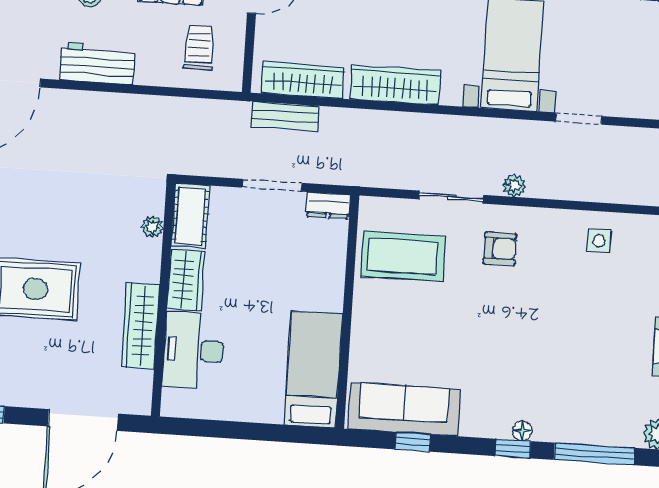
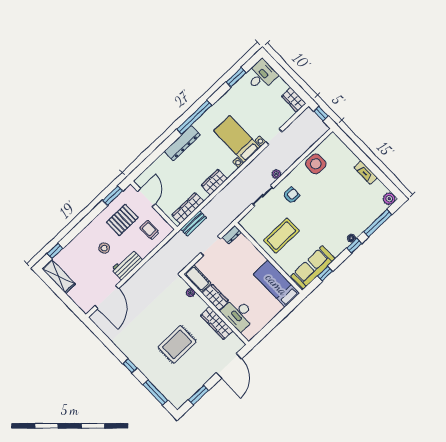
wardrobe: (395, 85) -> (214, 182), width x0.67
side table: (599, 241) -> (316, 164), width x1.87, depth x1.87
coffee table: (403, 256) -> (282, 236), moved

